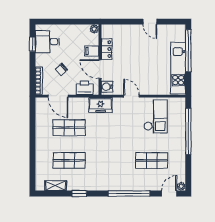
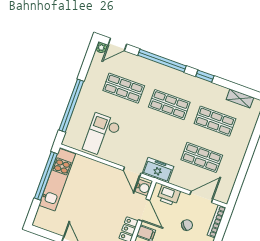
window: (188, 51) -> (46, 176), moved
door: (58, 96) -> (201, 197), hinge flipped
door: (131, 96) -> (132, 172), moved
shop shelf: (110, 160) -> (169, 105), added
window: (79, 193) -> (205, 76), moved

